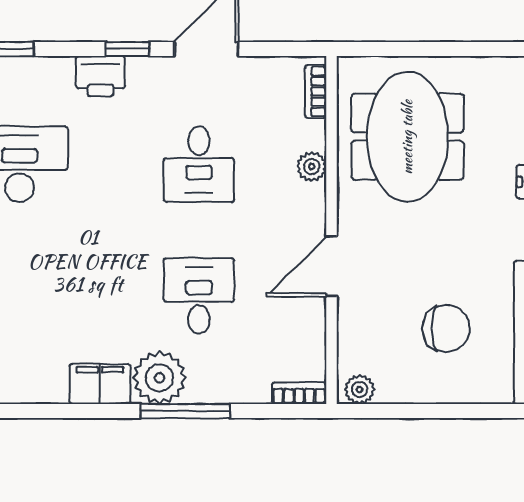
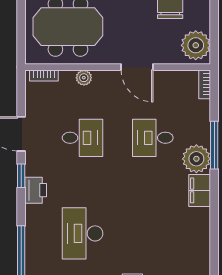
plant: (360, 389) -> (196, 45), width x1.87, depth x1.87

